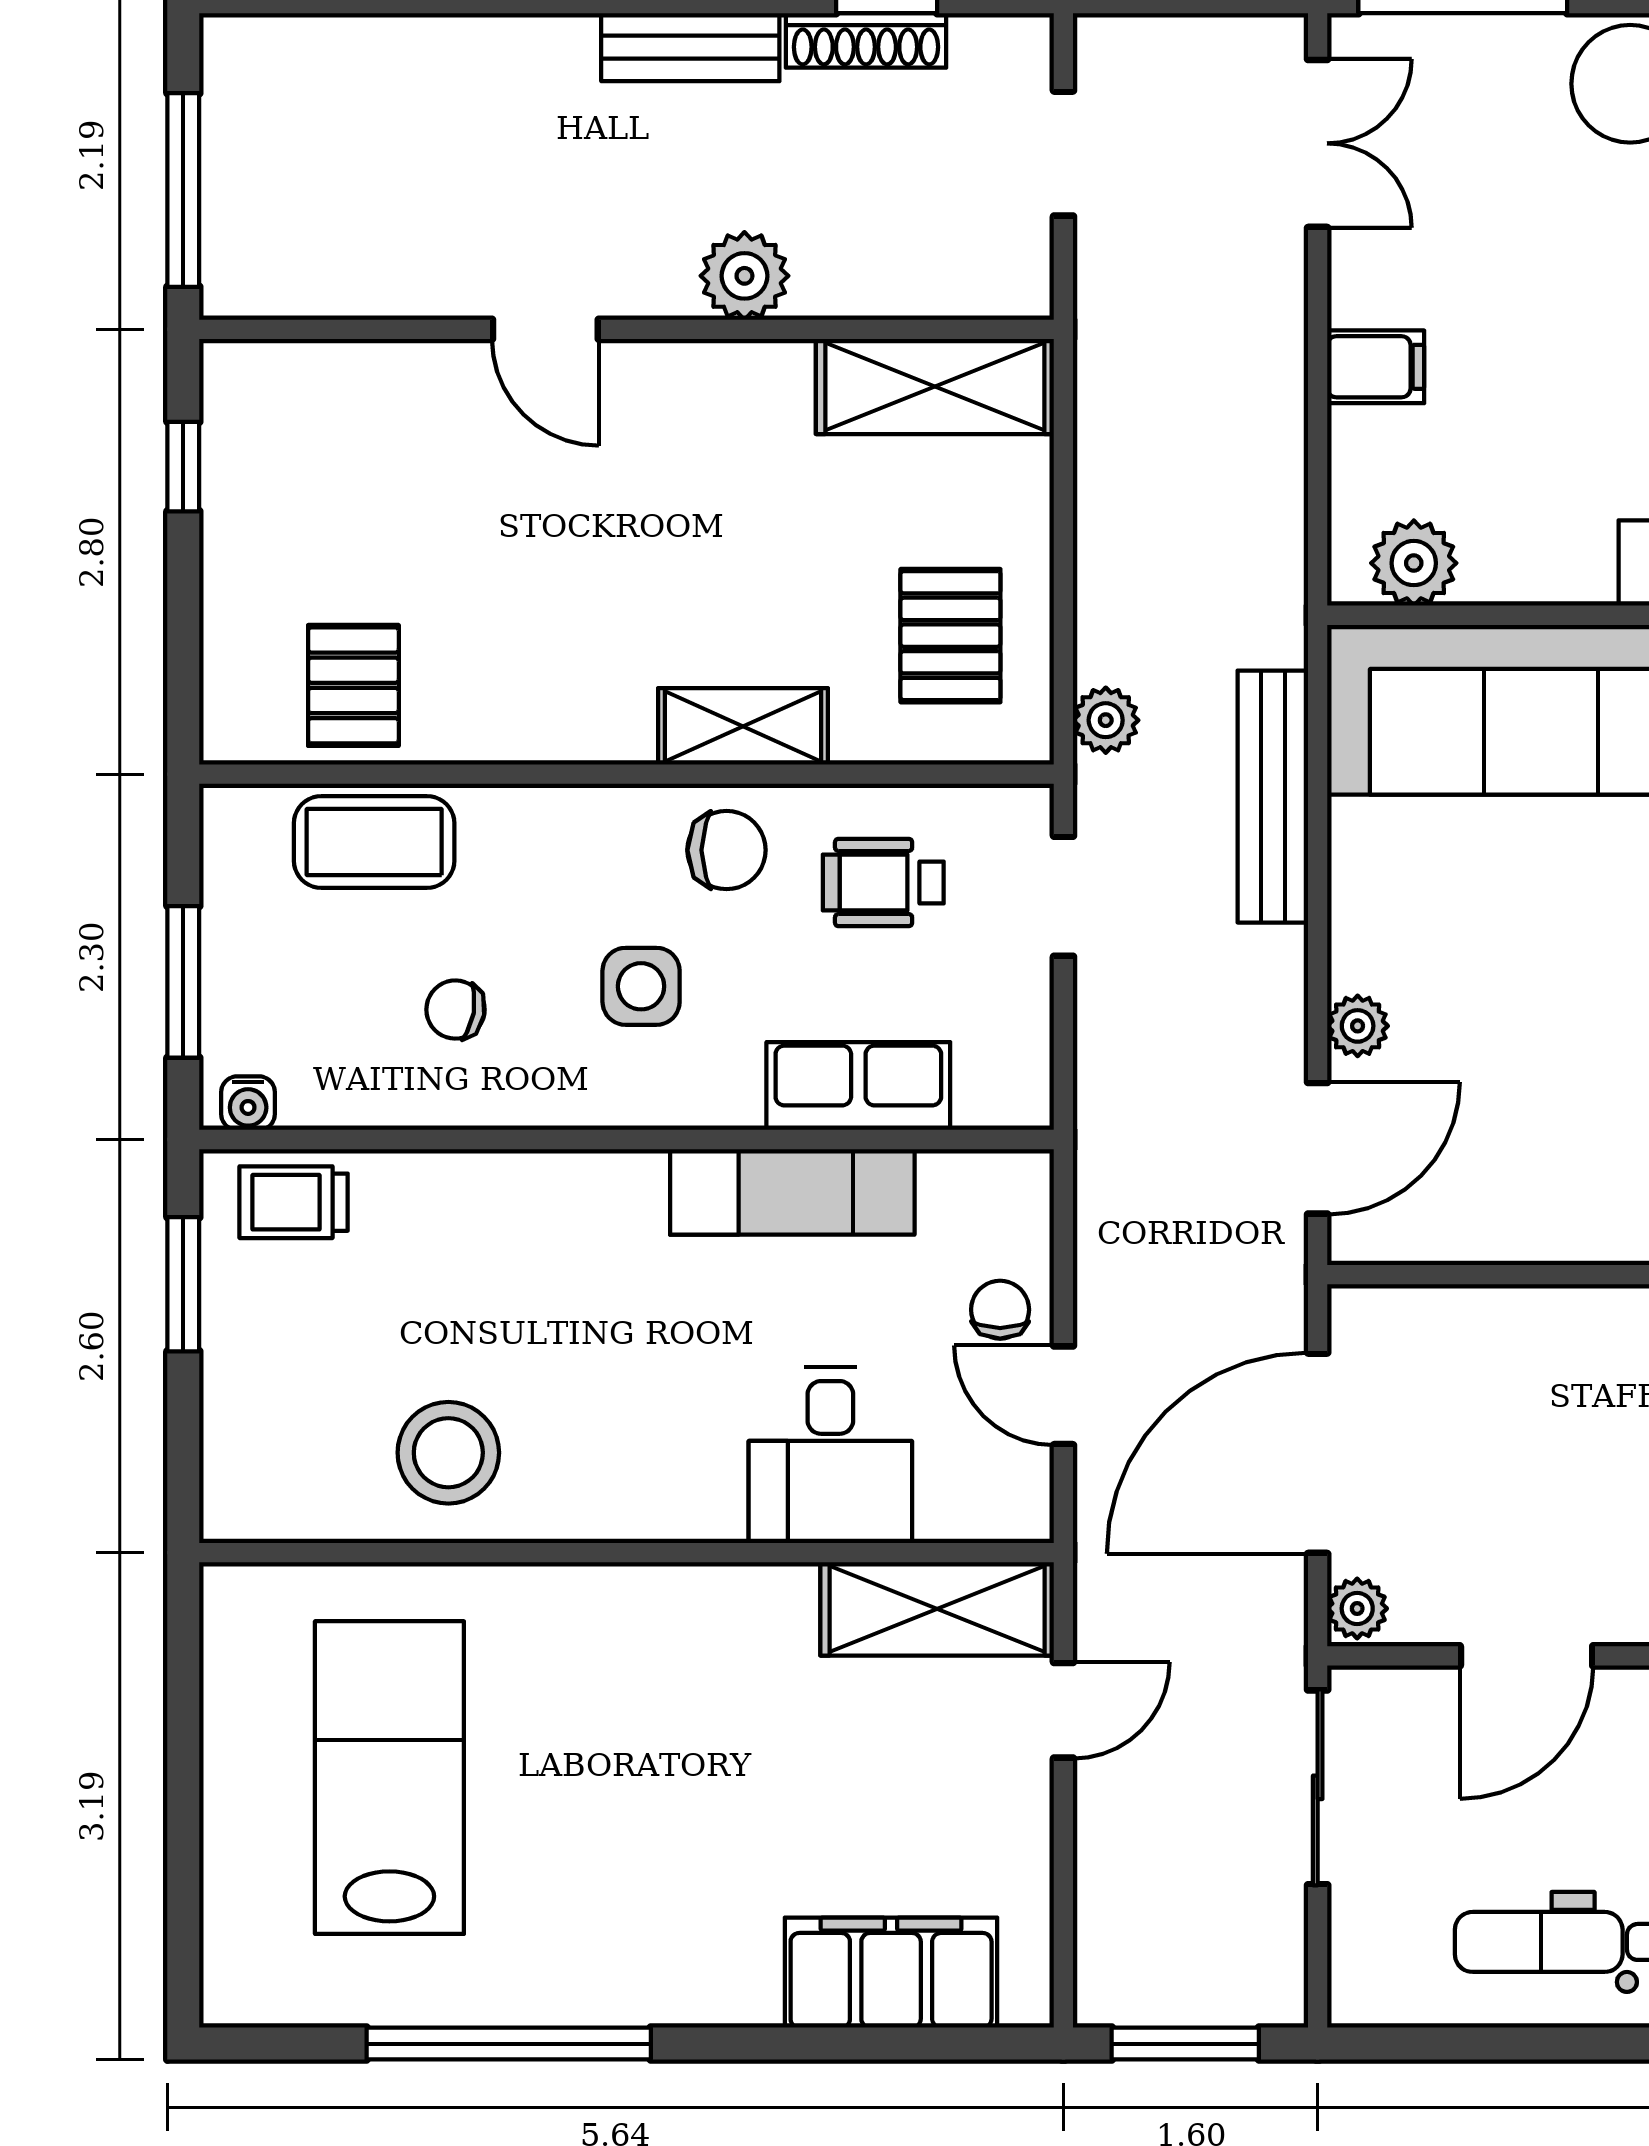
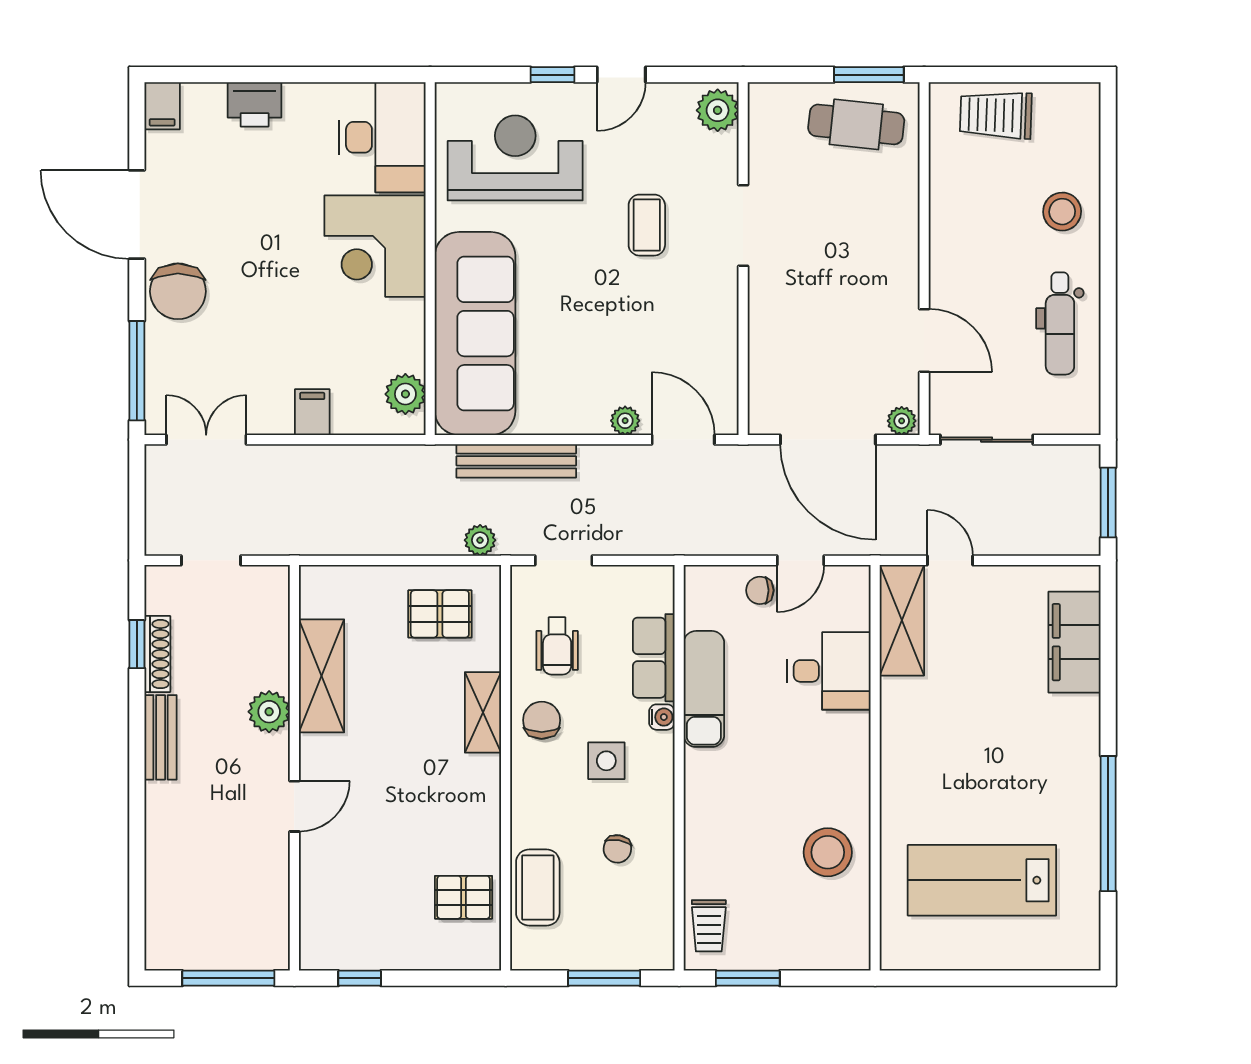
shelving: (935, 386) -> (322, 676), moved
water cooler: (248, 1103) -> (662, 717), moved

